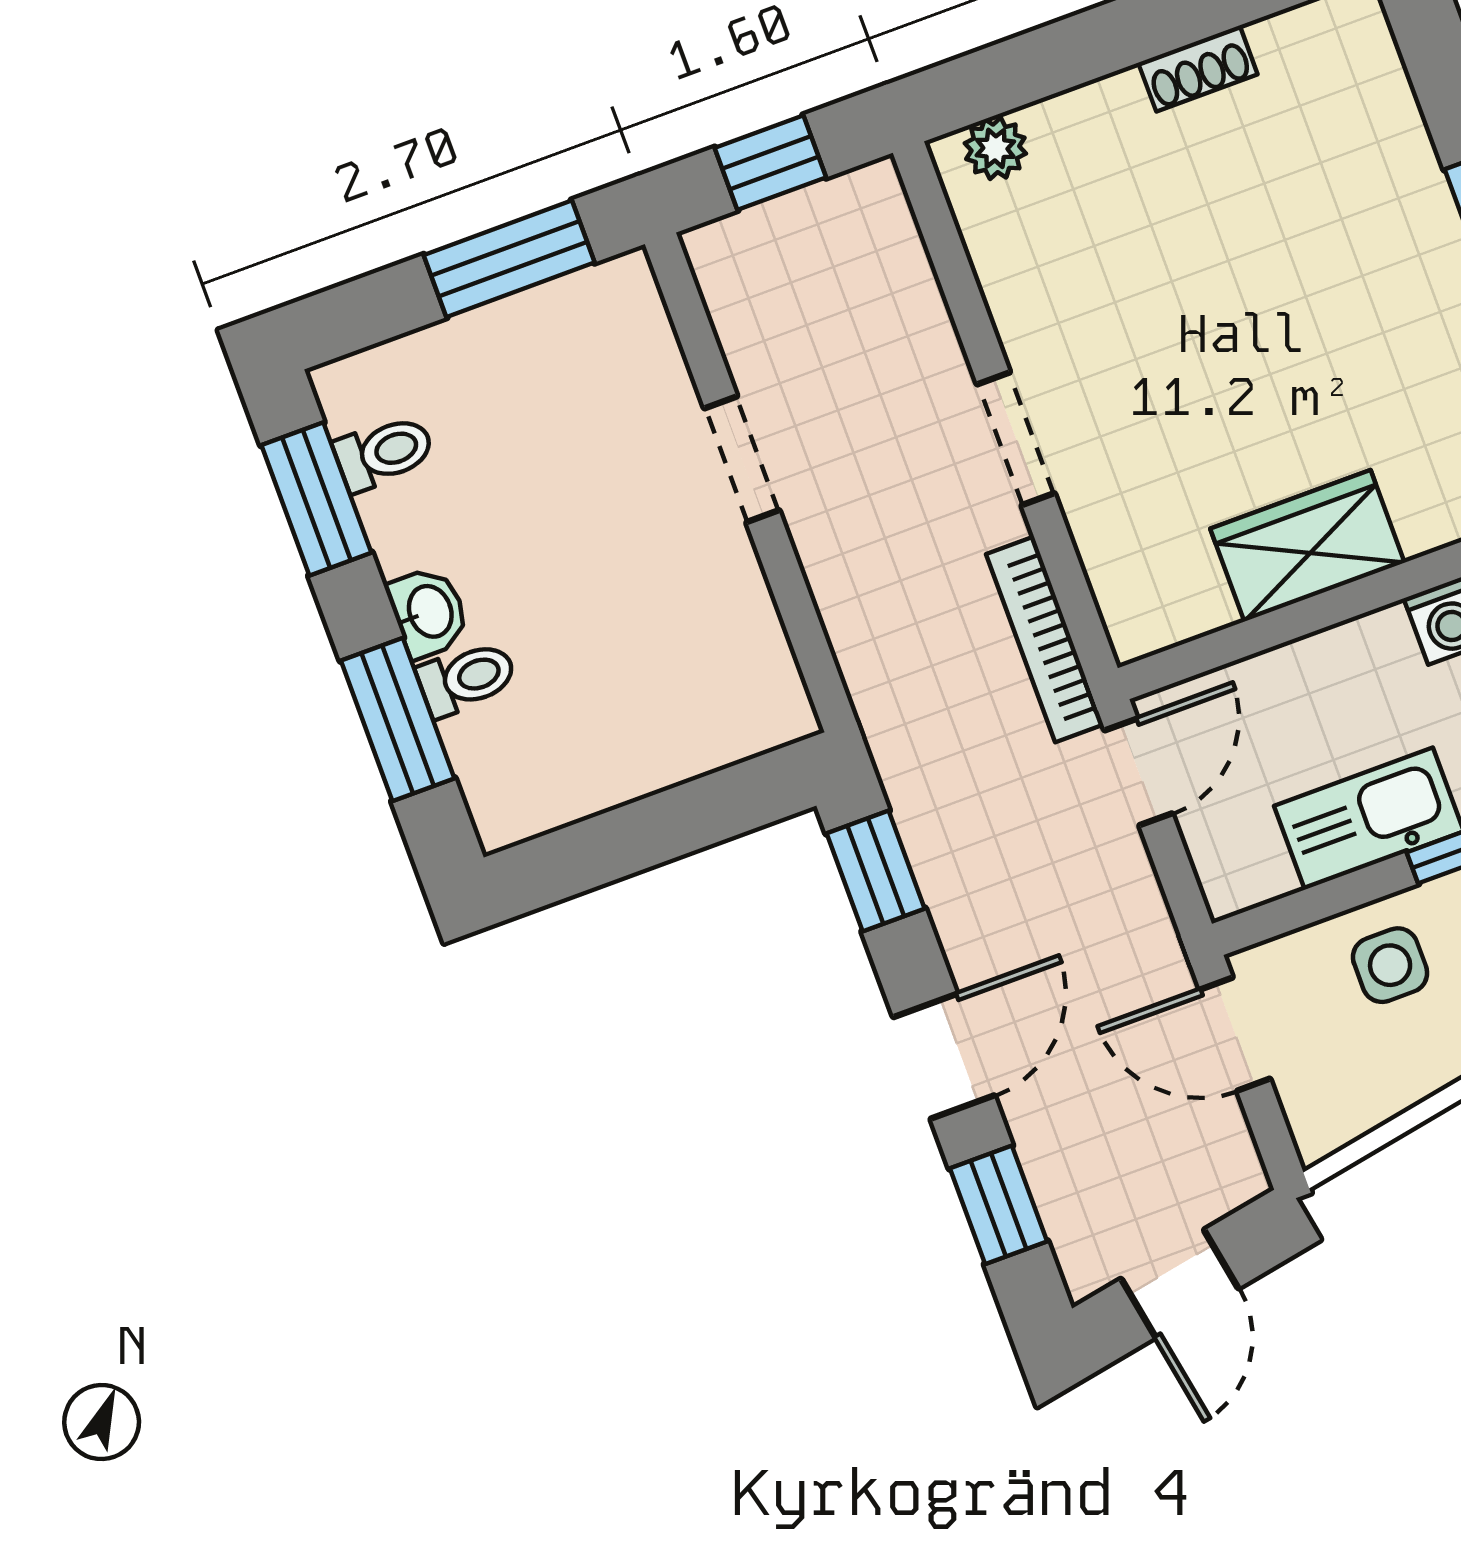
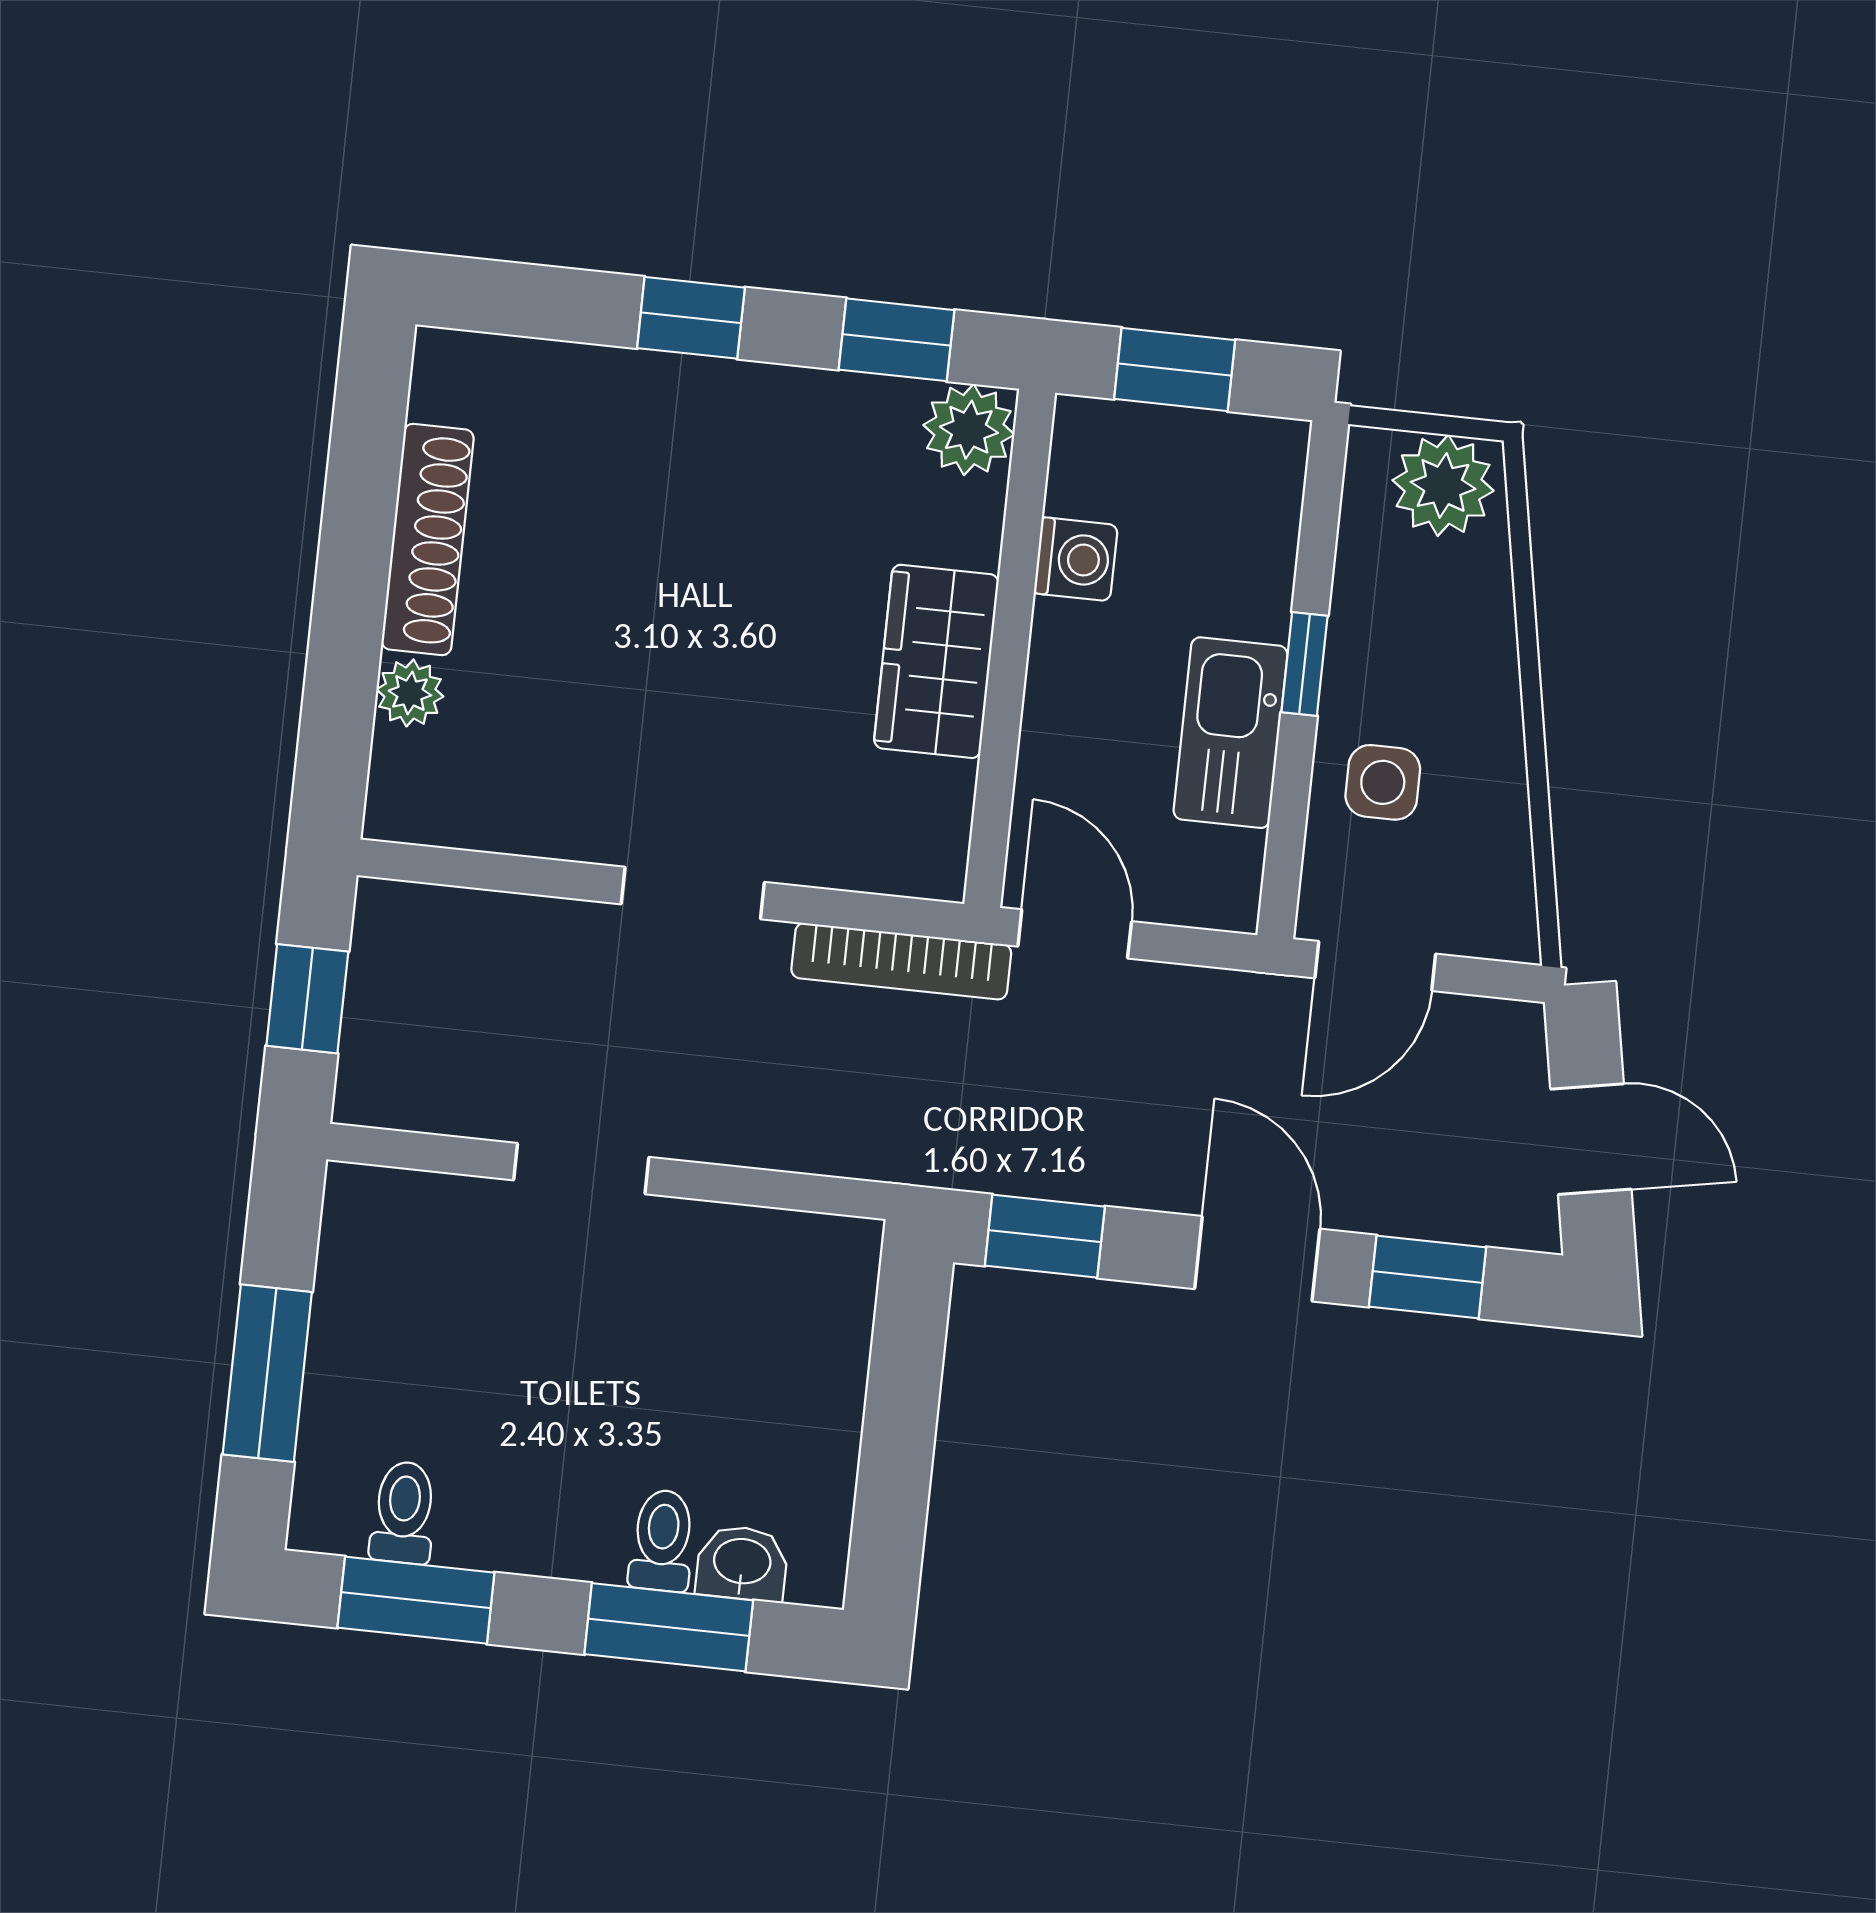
shoe rack: (1198, 68) -> (428, 540), width x1.94, depth x1.24
plant: (995, 148) -> (410, 693), moved
window: (509, 259) -> (267, 1373), moved
washbasin: (428, 612) -> (742, 1563), moved

